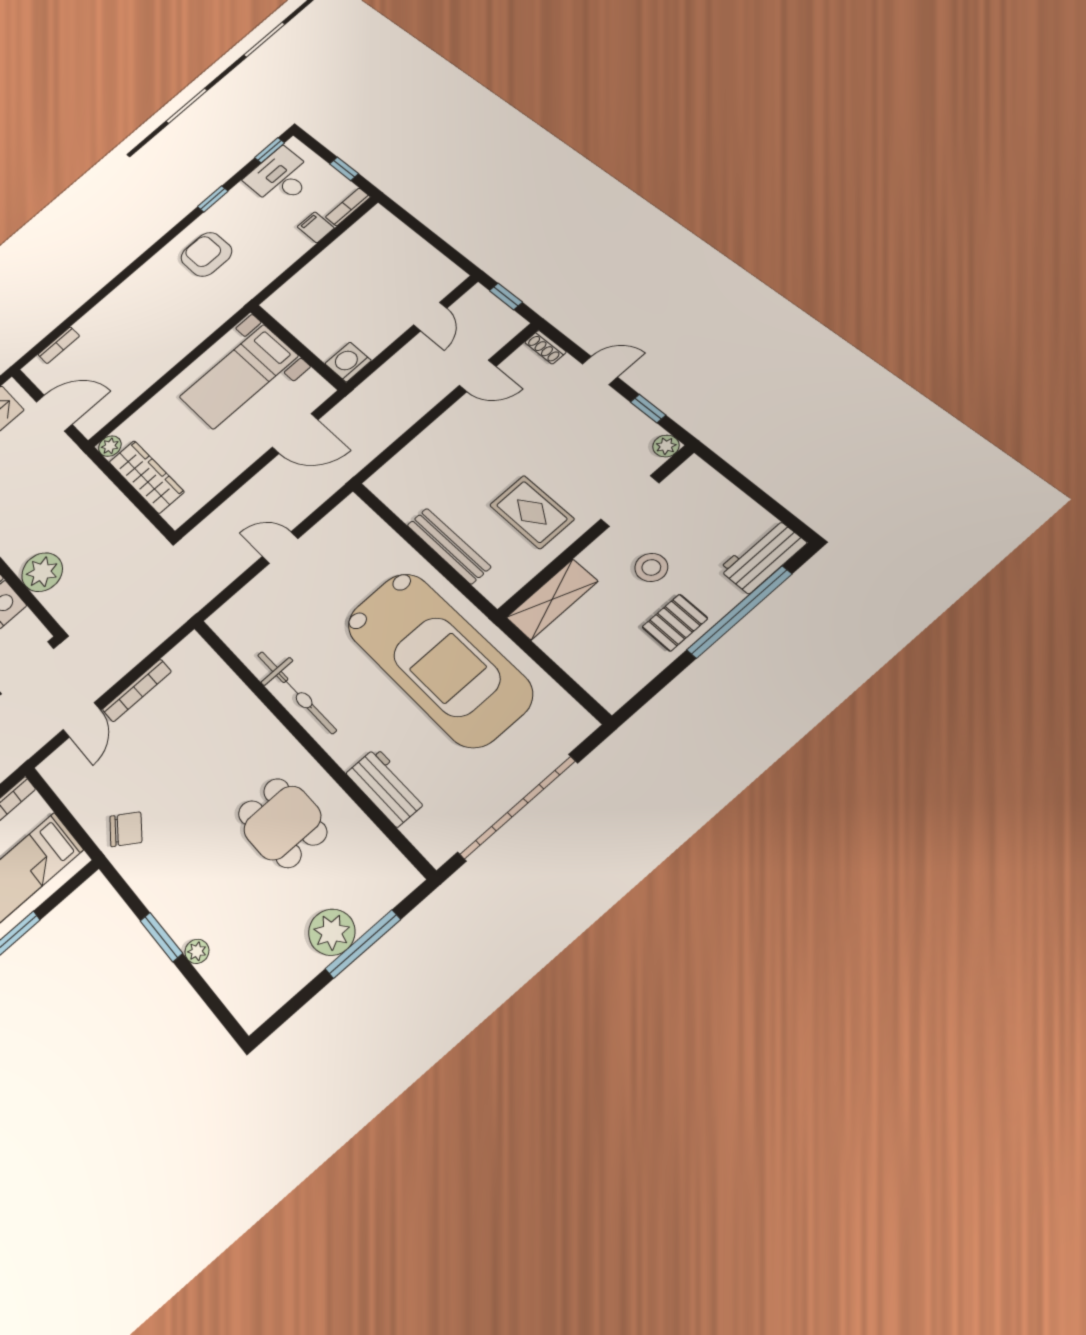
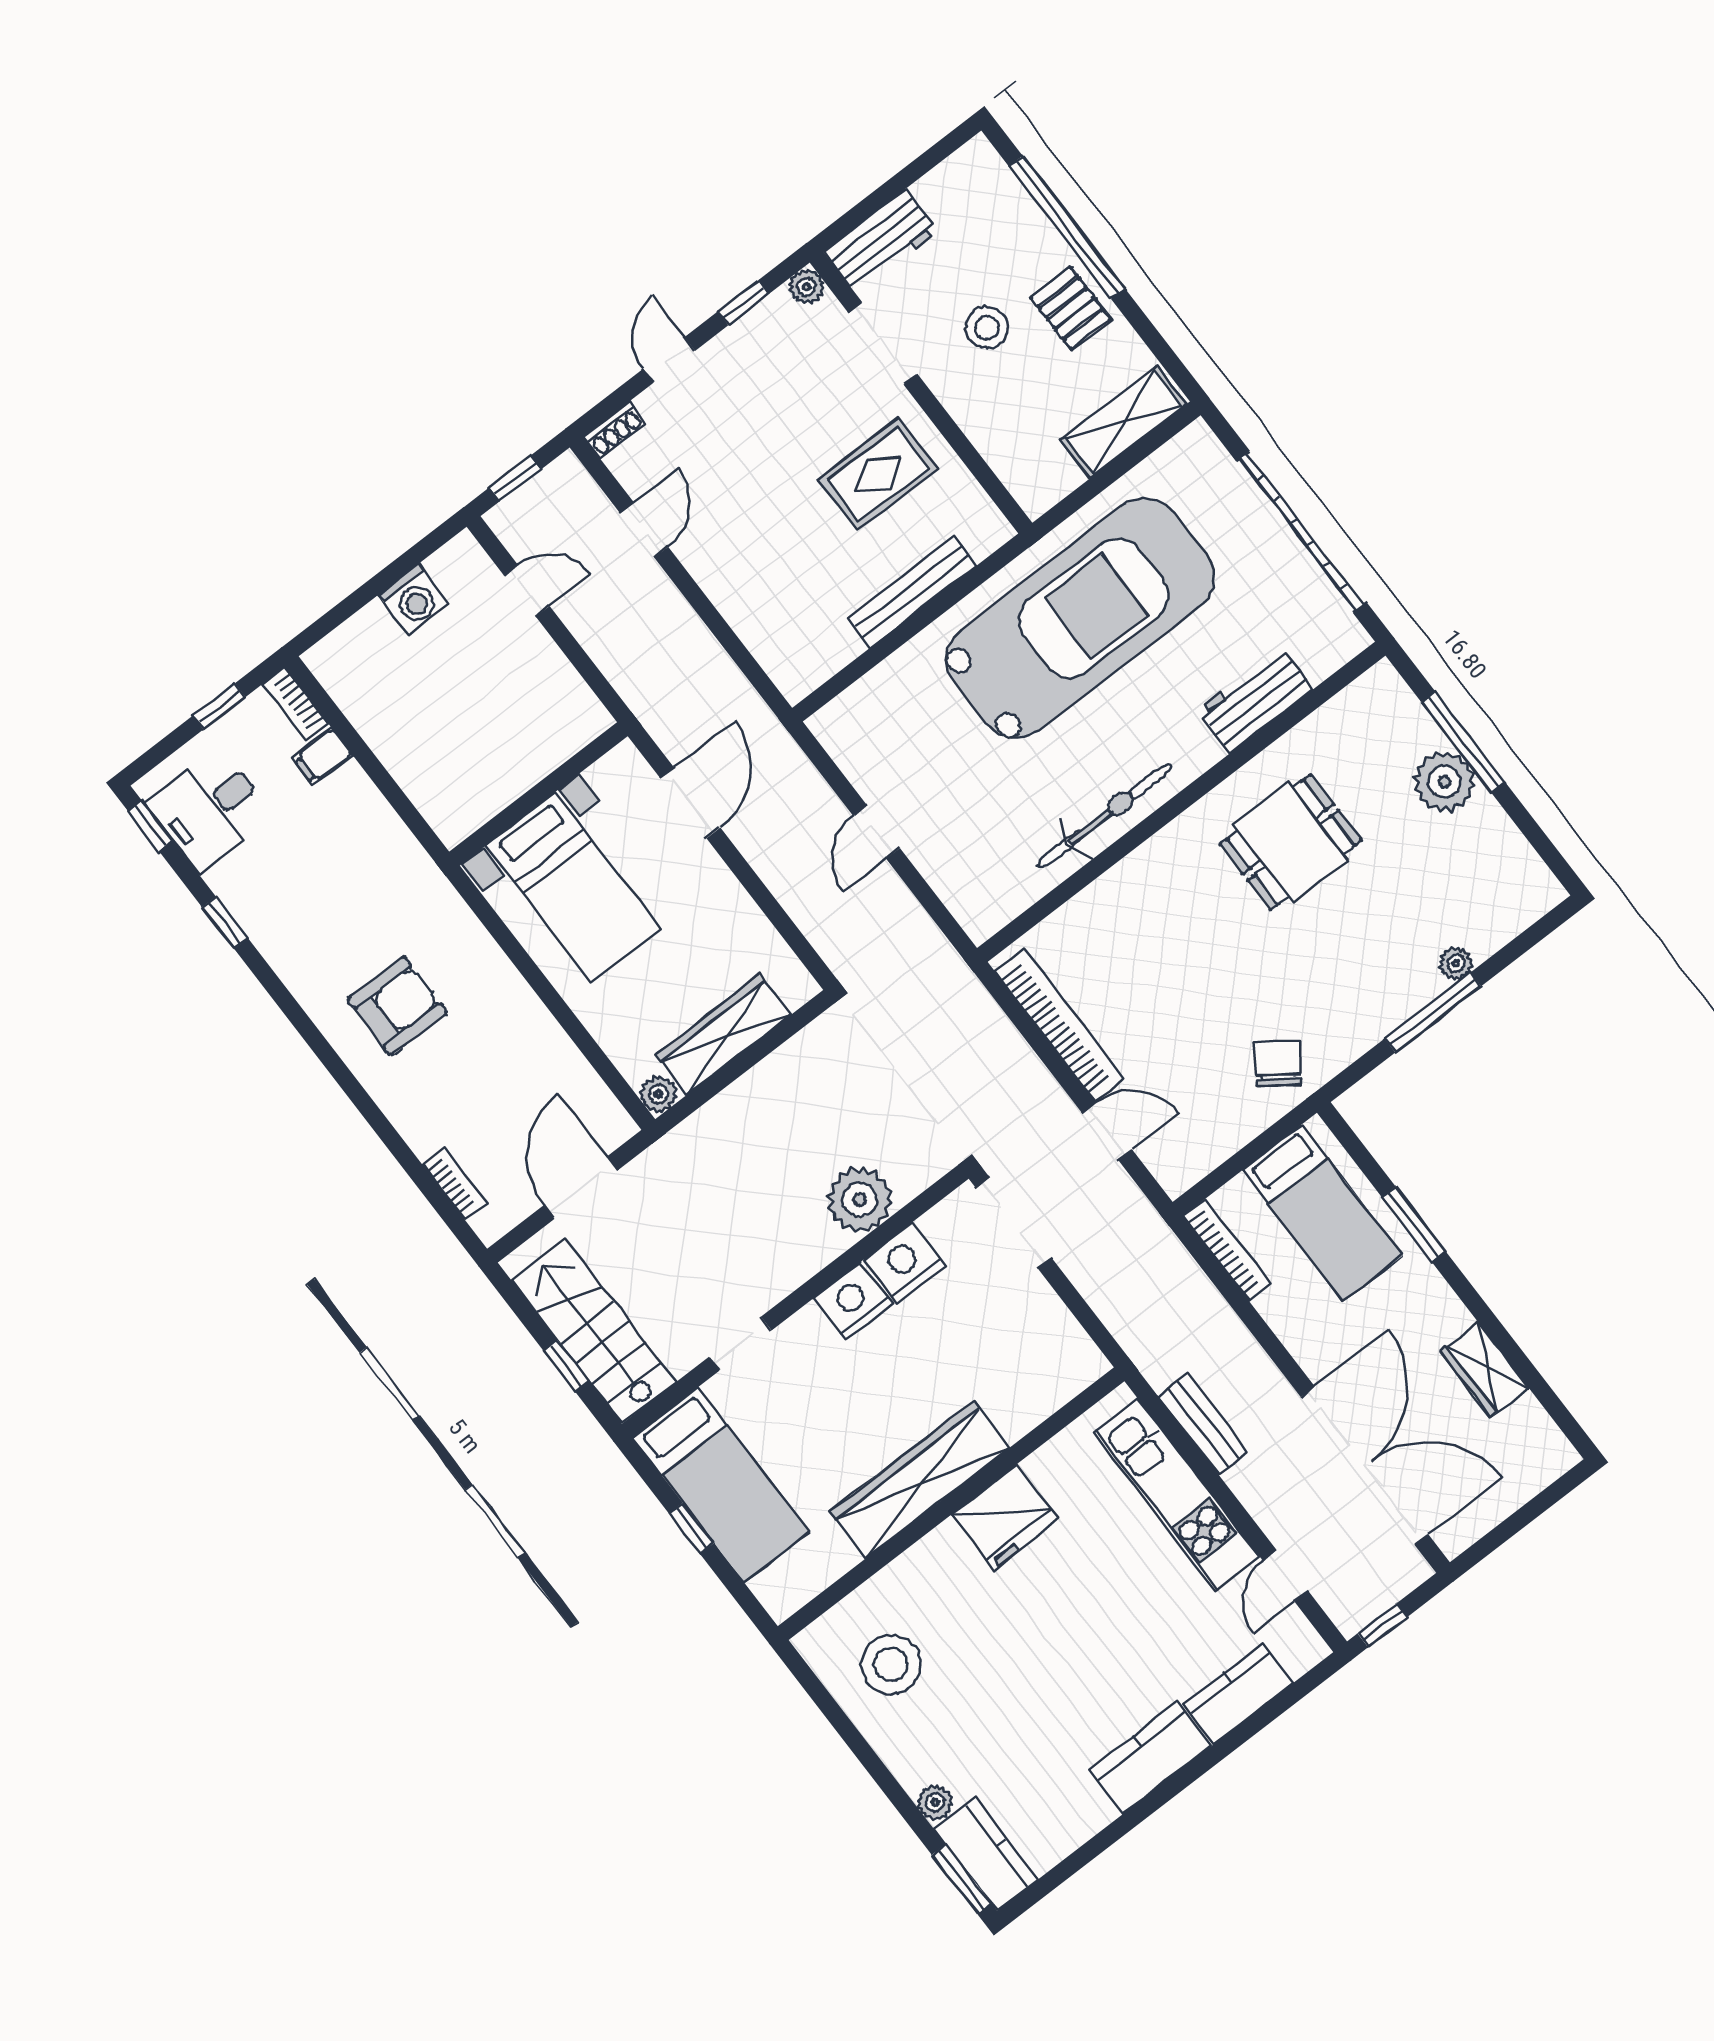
armchair: (206, 254) -> (397, 1006), moved, turned 180
washing machine: (348, 362) -> (414, 600), moved, turned -90
workbench: (763, 556) -> (881, 242), moved, turned -90
shelving: (552, 599) -> (1123, 422), moved, turned 90
bookcase: (137, 690) -> (1059, 1025), width x1.48, depth x1.31
window: (161, 937) -> (1433, 1012), width x1.44

